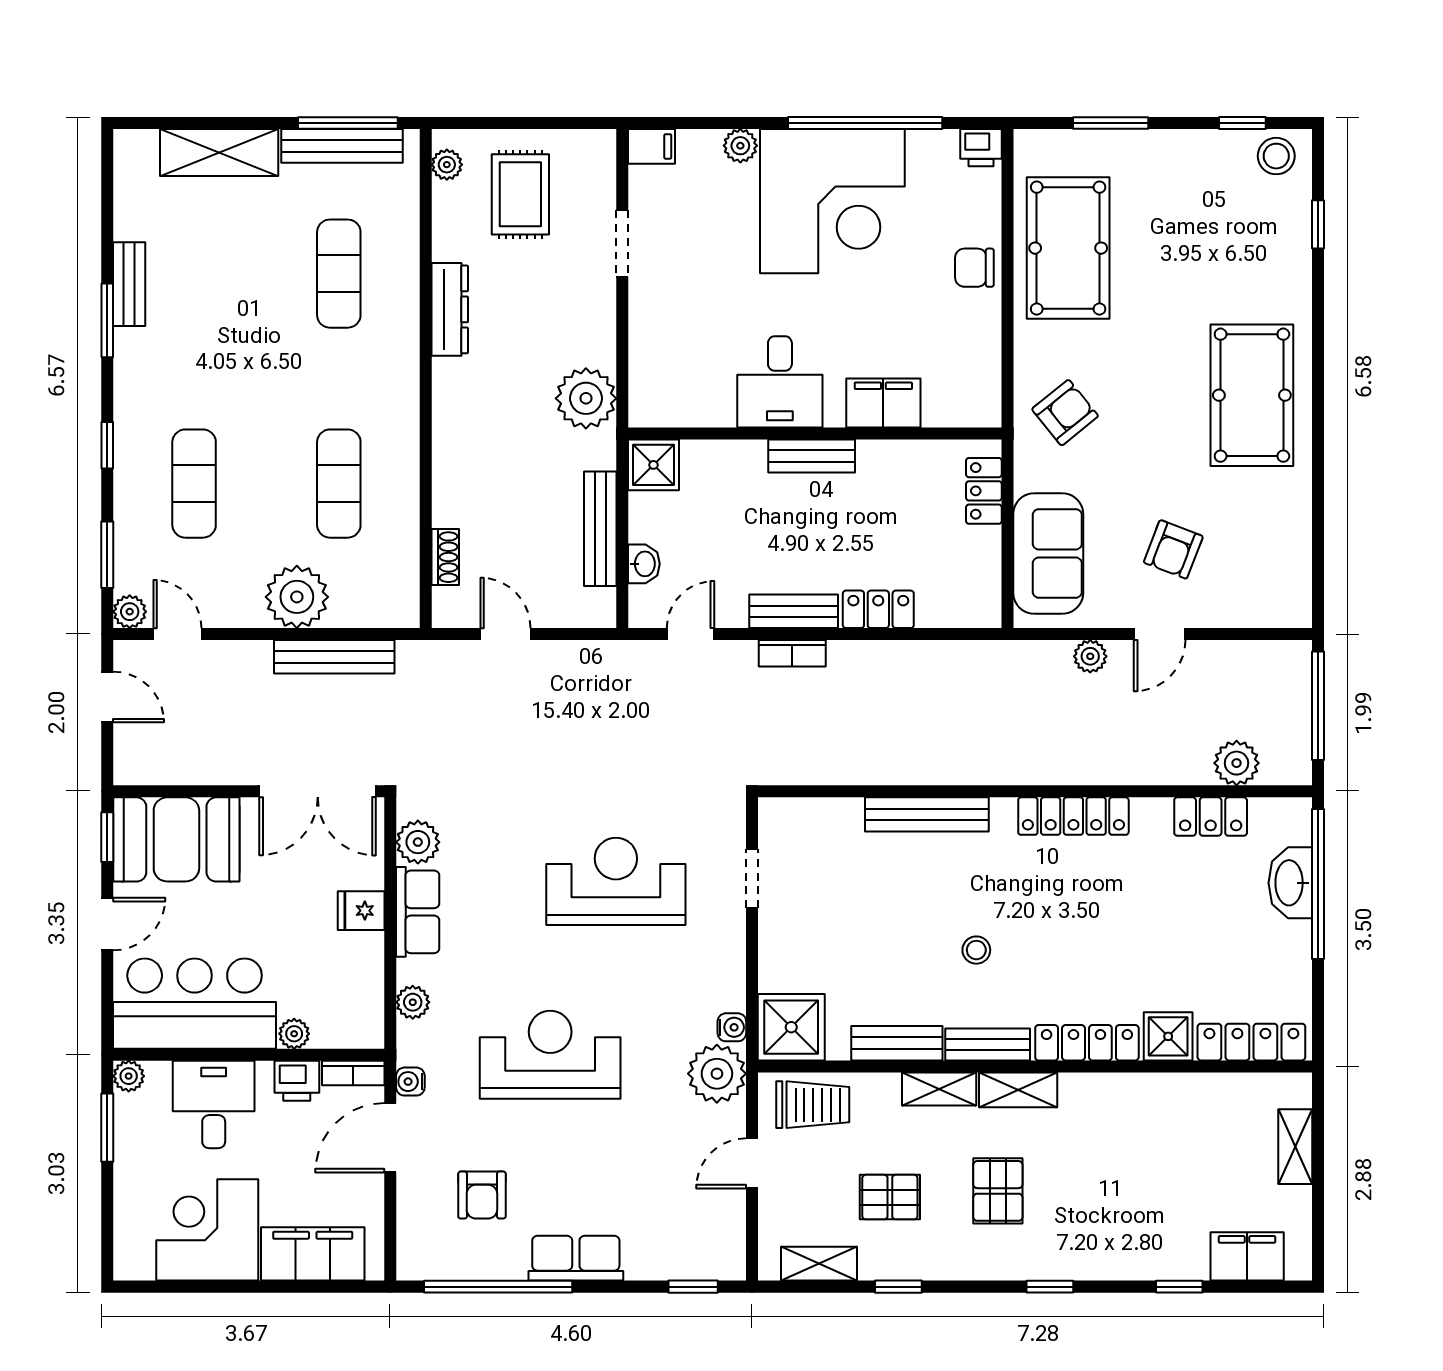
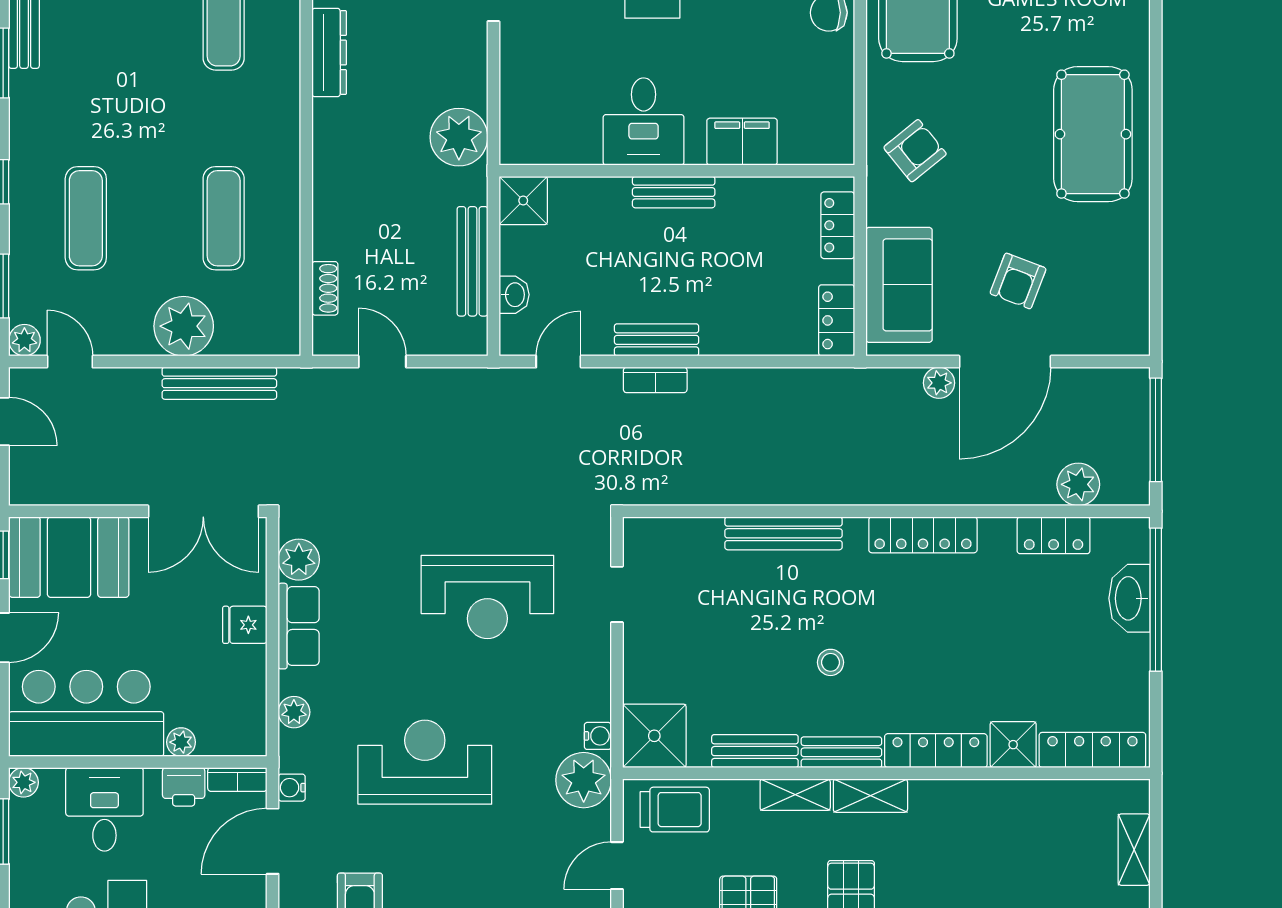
locker: (878, 609) -> (837, 320), moved, turned -90
door: (1160, 634) -> (1005, 362), width x1.87
reception desk: (616, 881) -> (487, 597), turned 180

